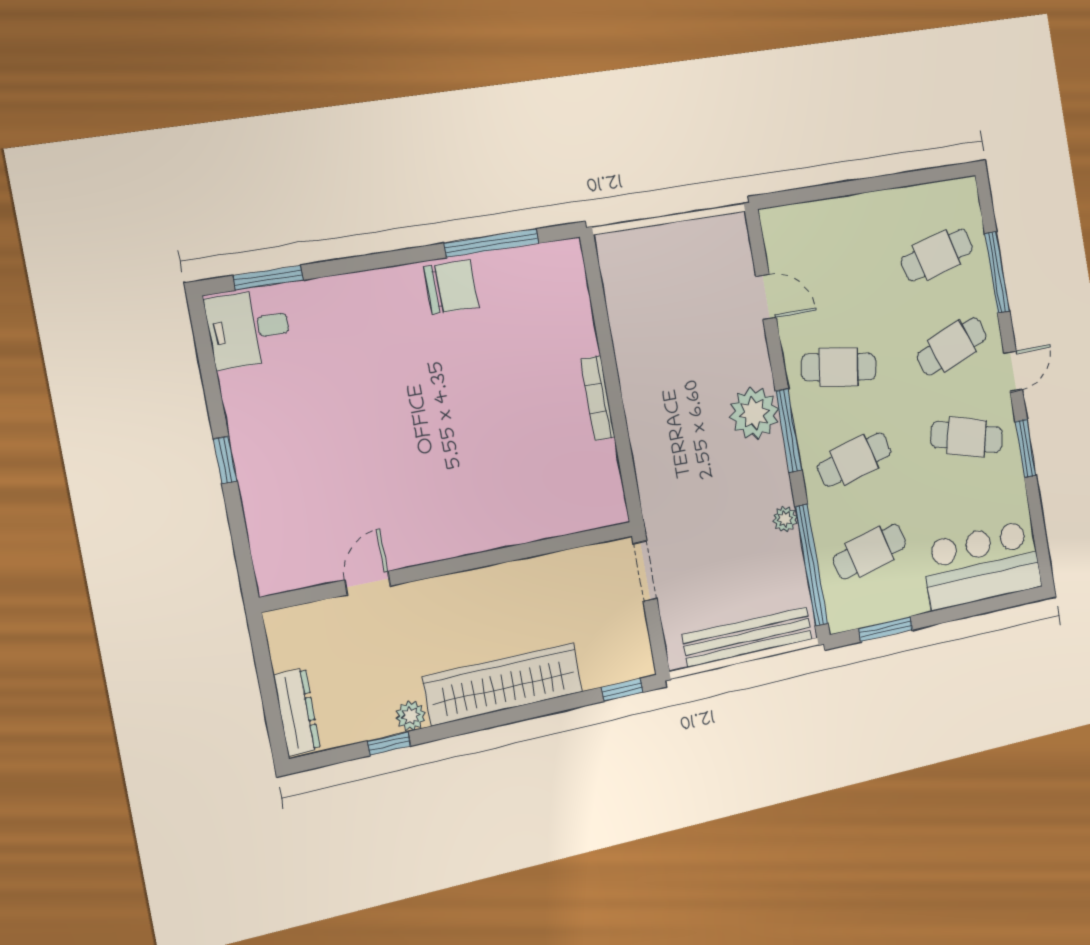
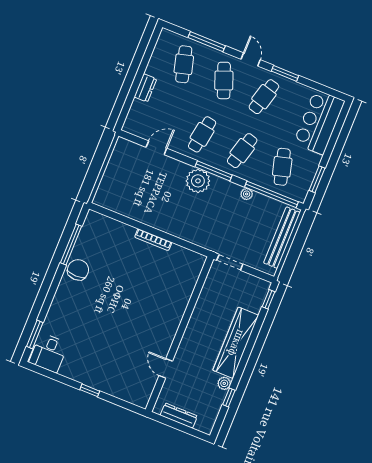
dresser: (857, 209) -> (145, 88), added
cafe table: (854, 460) -> (242, 151), turned 30
dresser: (297, 712) -> (179, 416), moved

